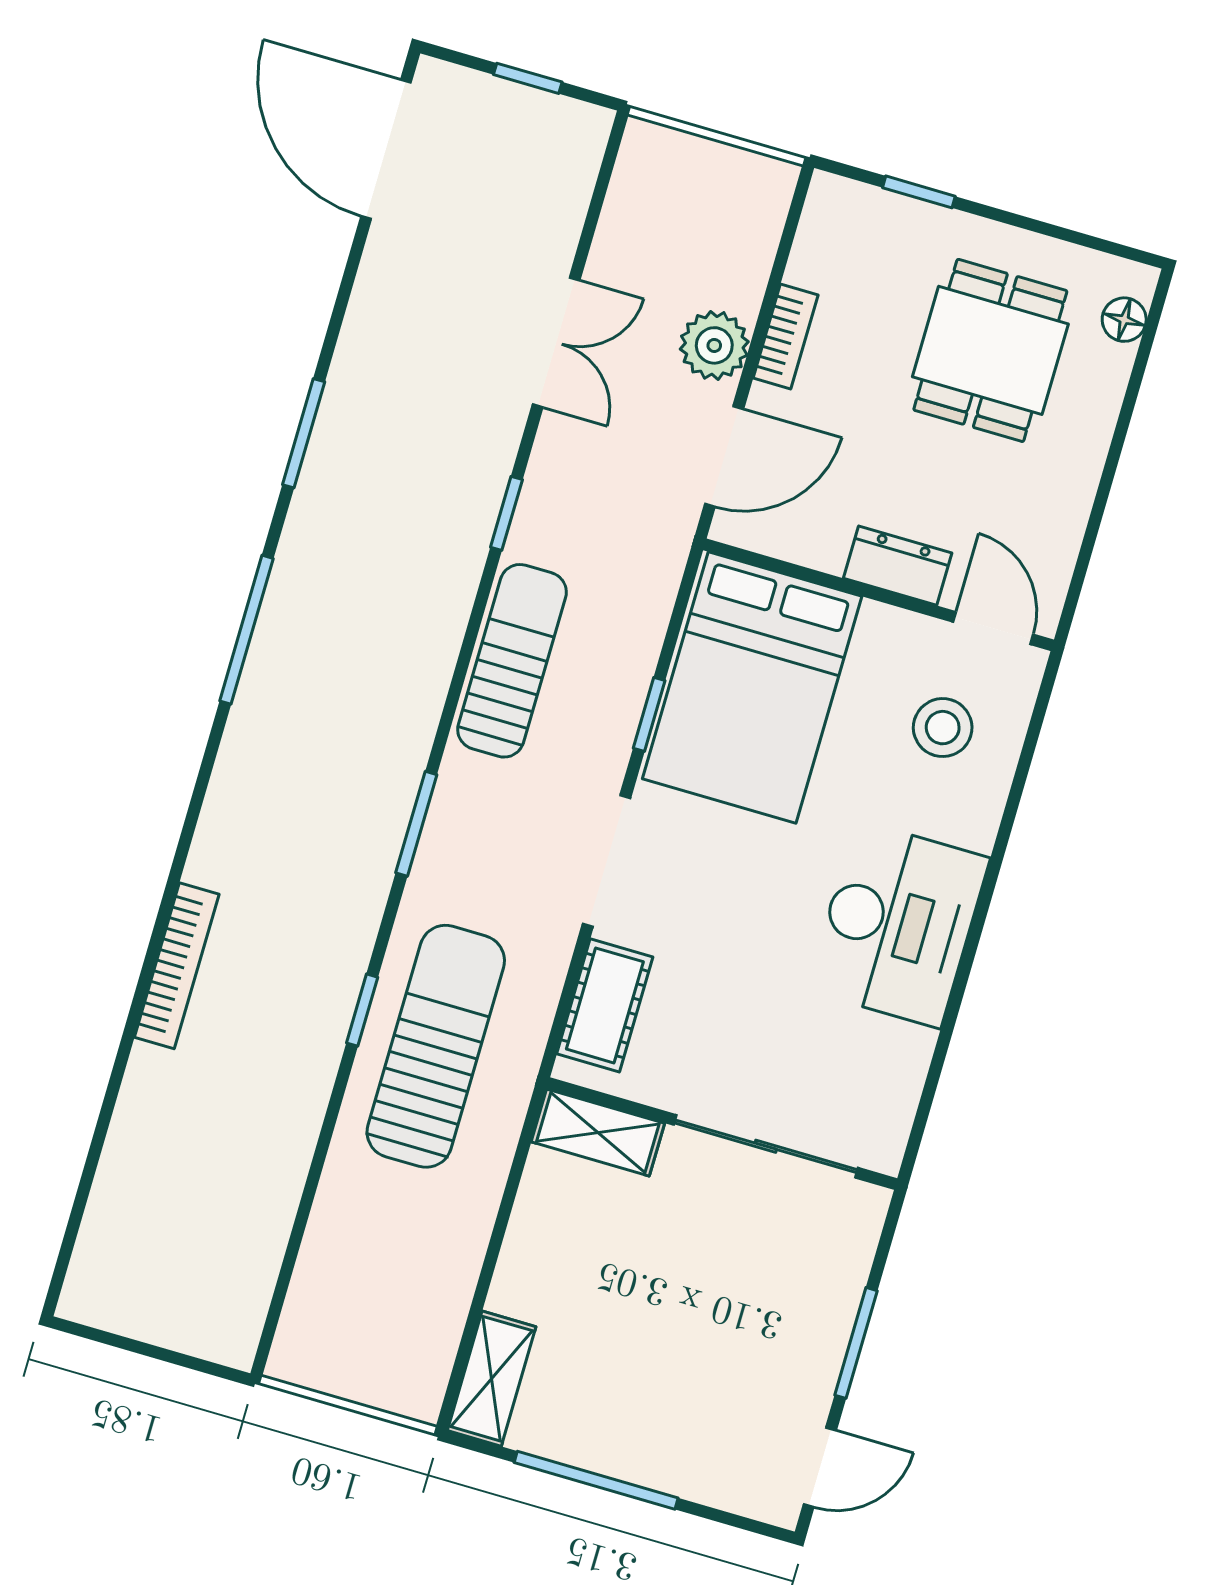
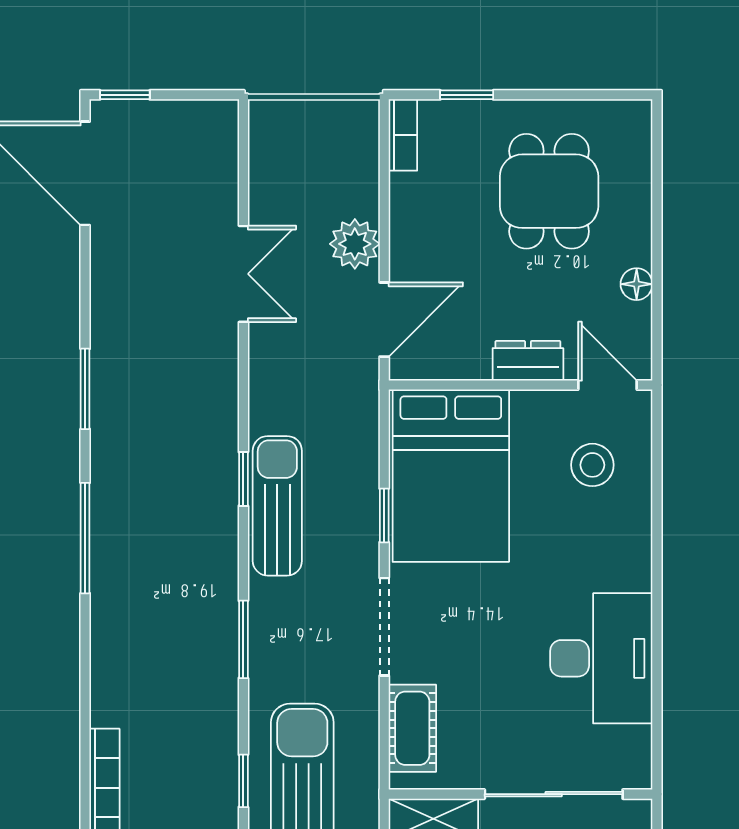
window: (528, 78) -> (125, 95), moved
floor lamp: (1124, 320) -> (637, 284), moved
bookcase: (786, 337) -> (403, 135), moved
window: (506, 513) -> (243, 479), moved
desk: (898, 924) -> (601, 658), moved

